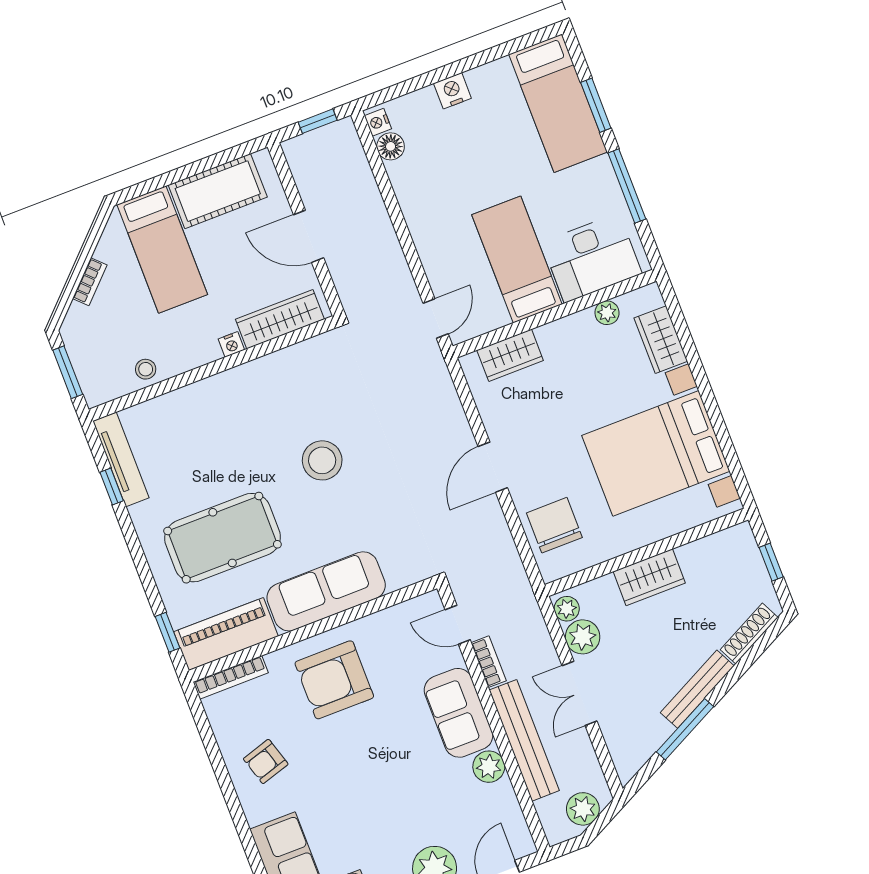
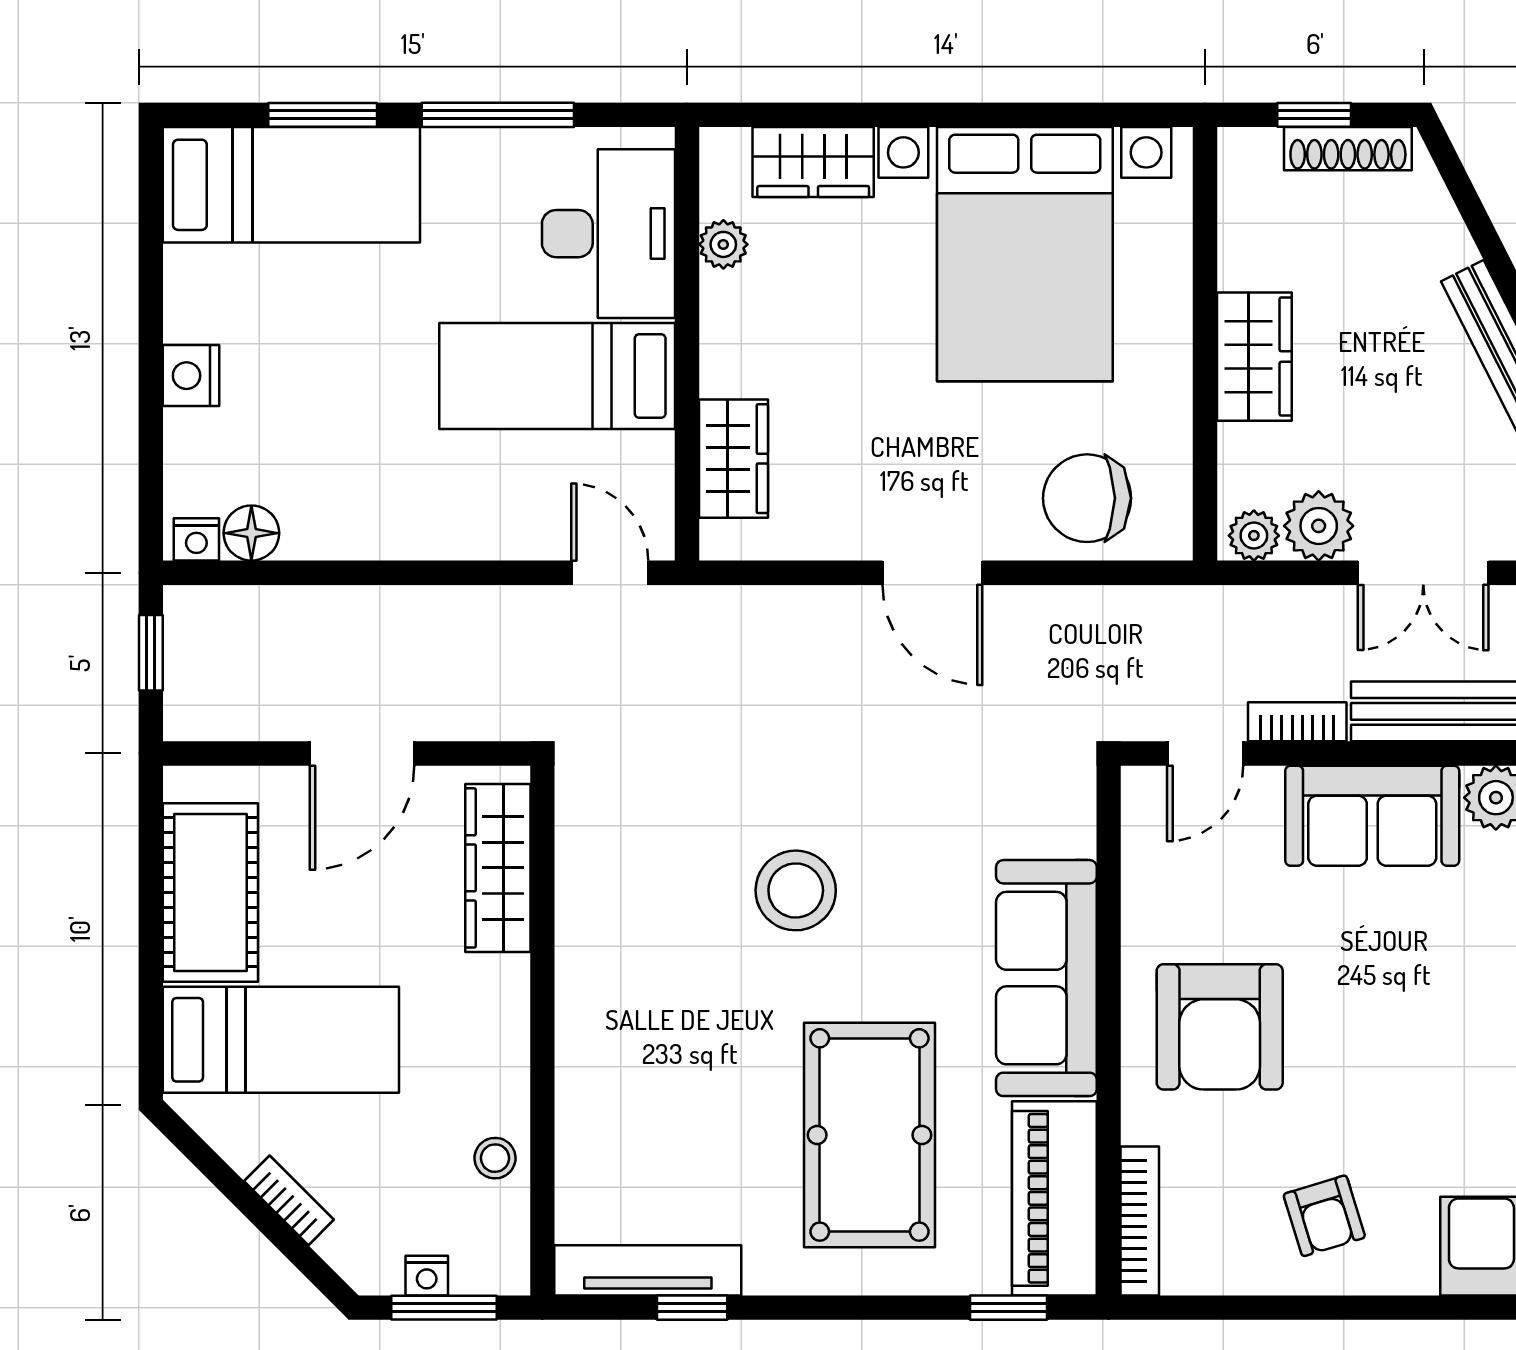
nightstand: (231, 344) -> (427, 1276), moved, turned 90
shoe rack: (749, 634) -> (1348, 149), moved, turned -63

